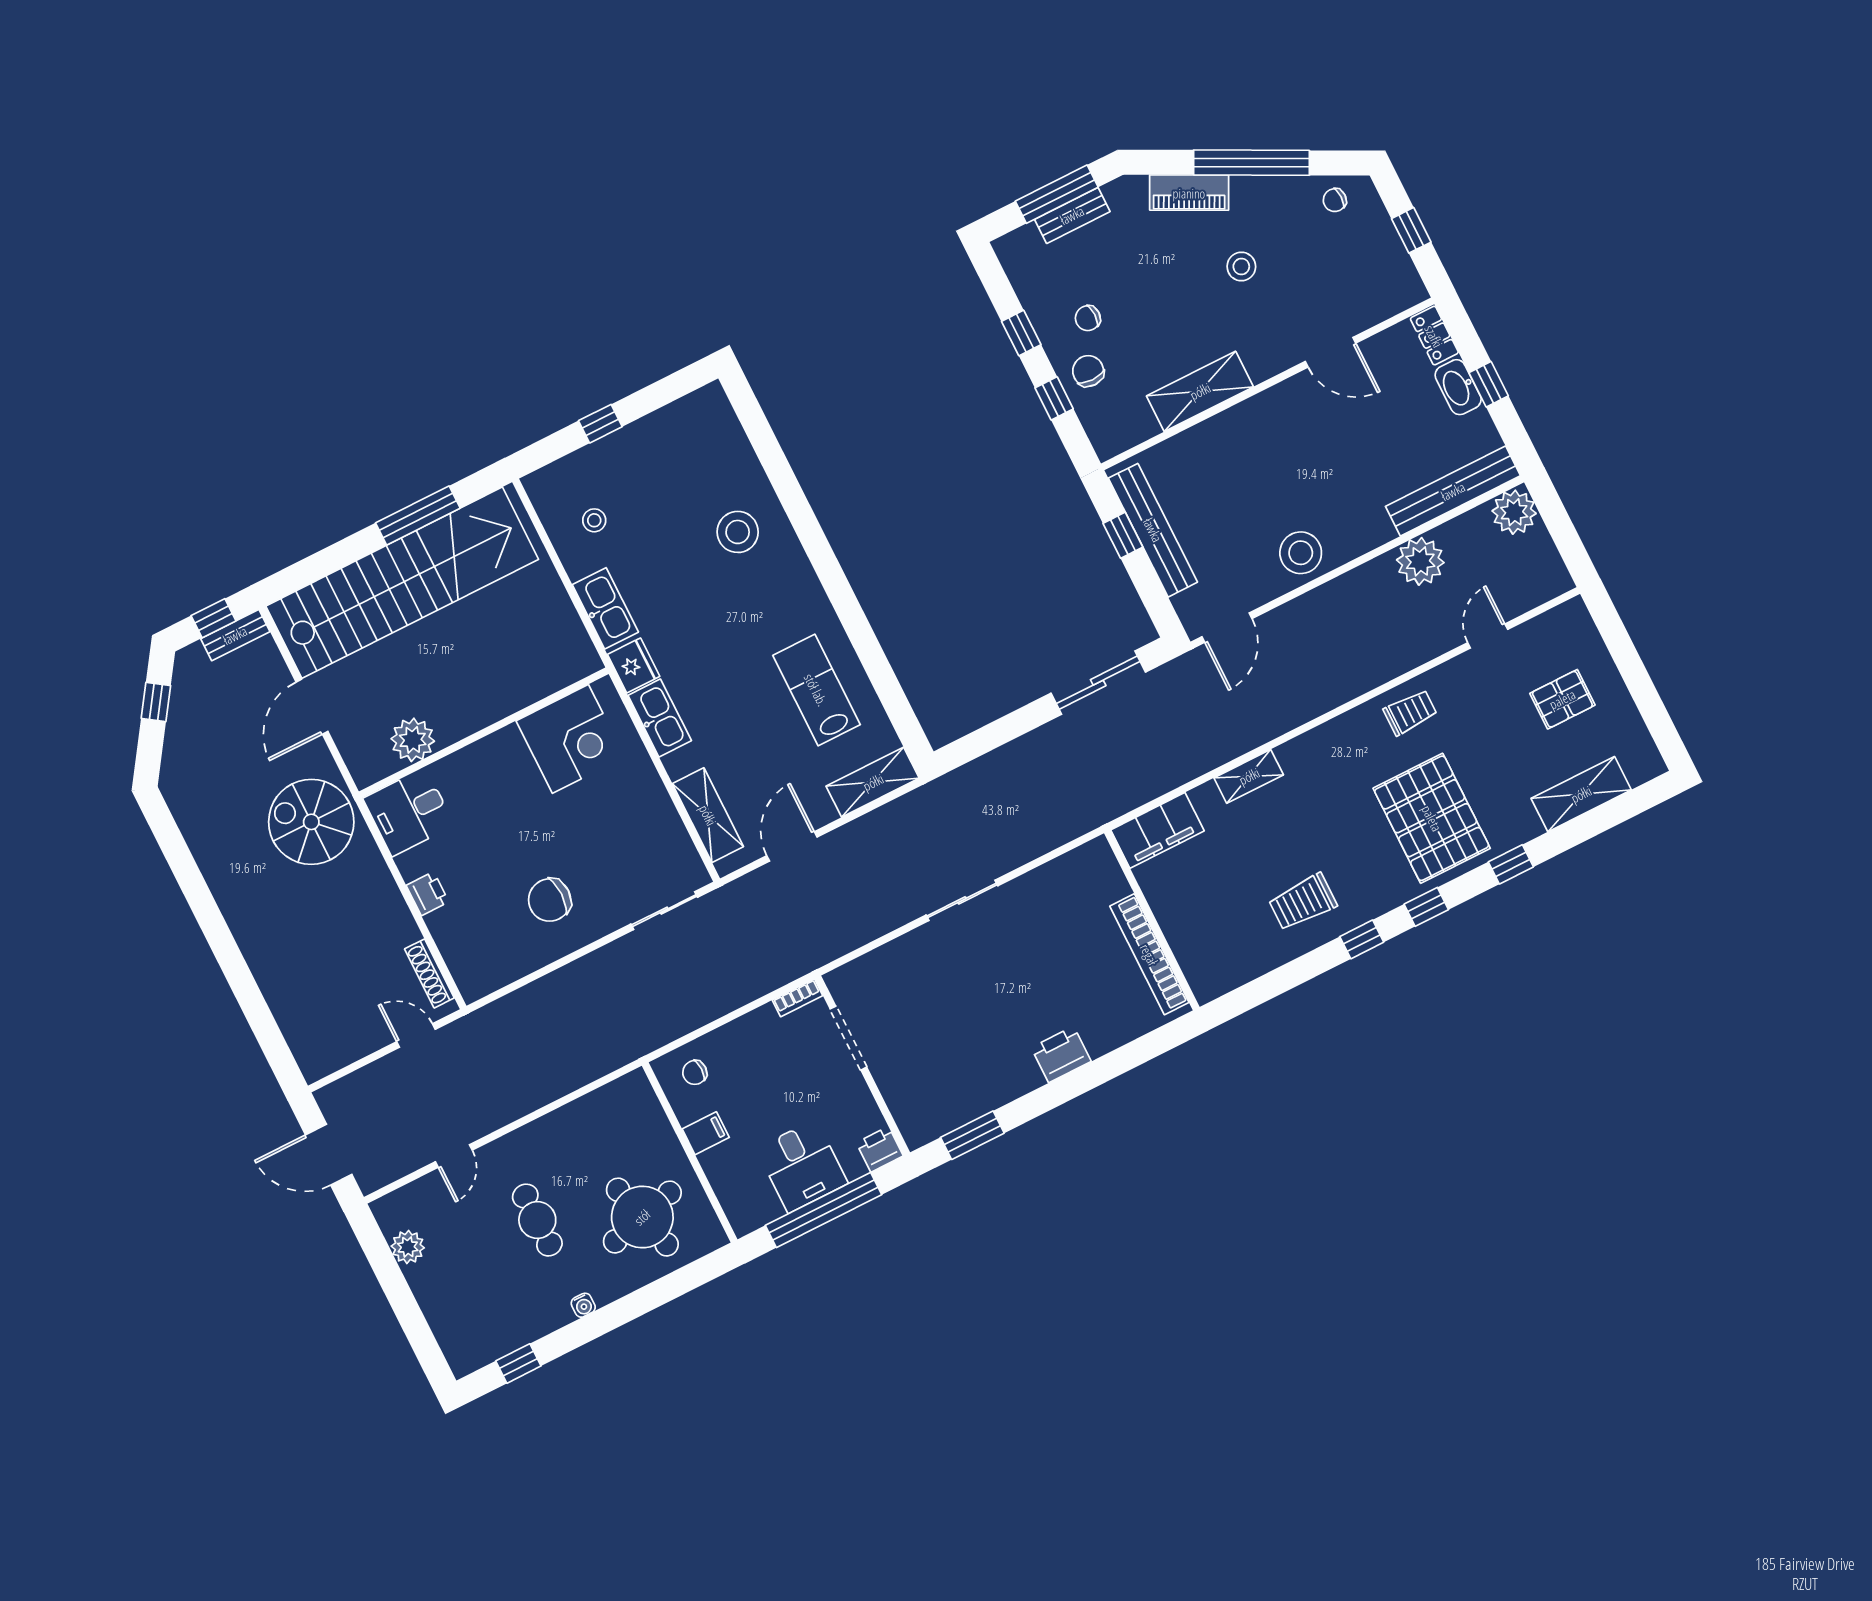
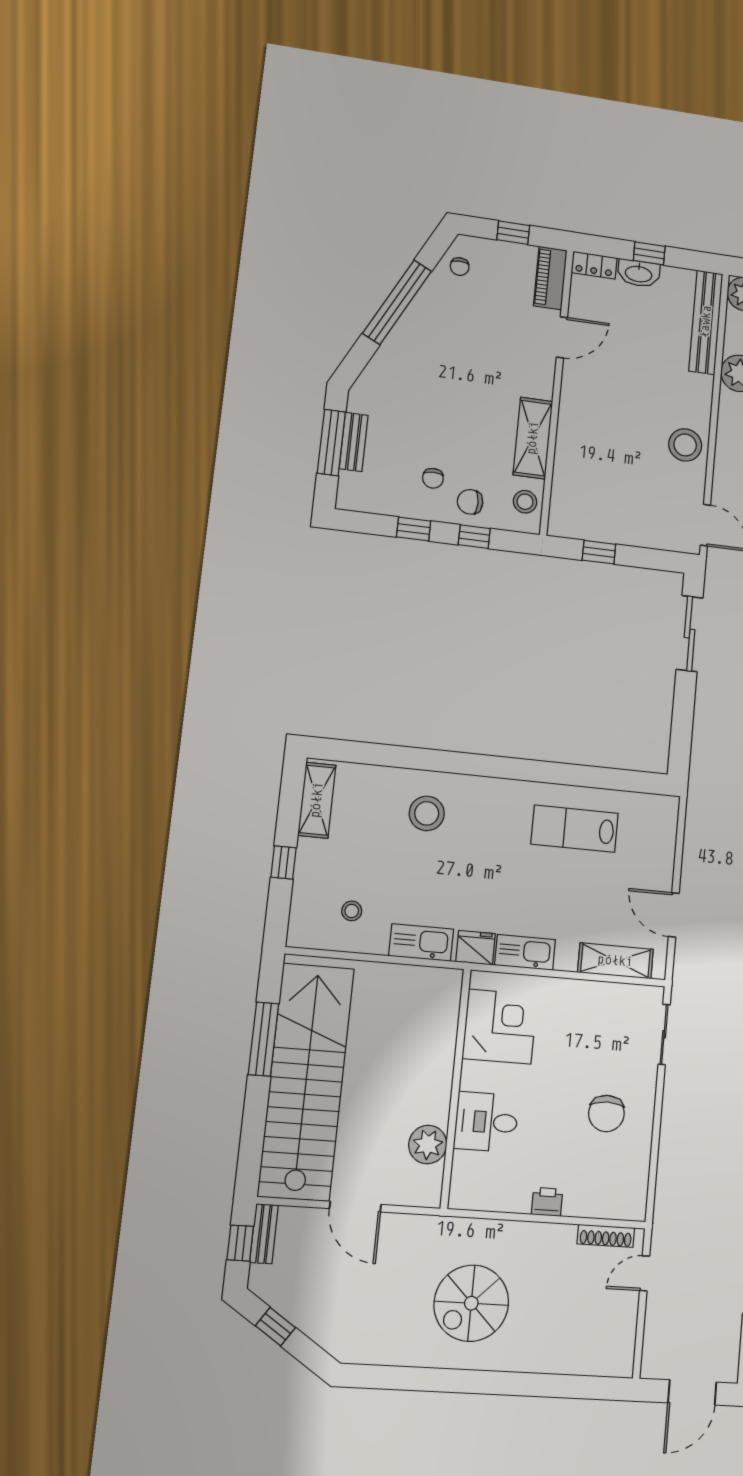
piano: (1189, 193) -> (550, 278), moved, turned 153
stool: (1241, 266) -> (525, 502), moved
bench: (1153, 530) -> (608, 530), removed
shelving: (873, 782) -> (317, 800), moved
desk: (409, 812) -> (486, 1122), moved, turned 90
spiral stairs: (311, 822) -> (471, 1303), moved

